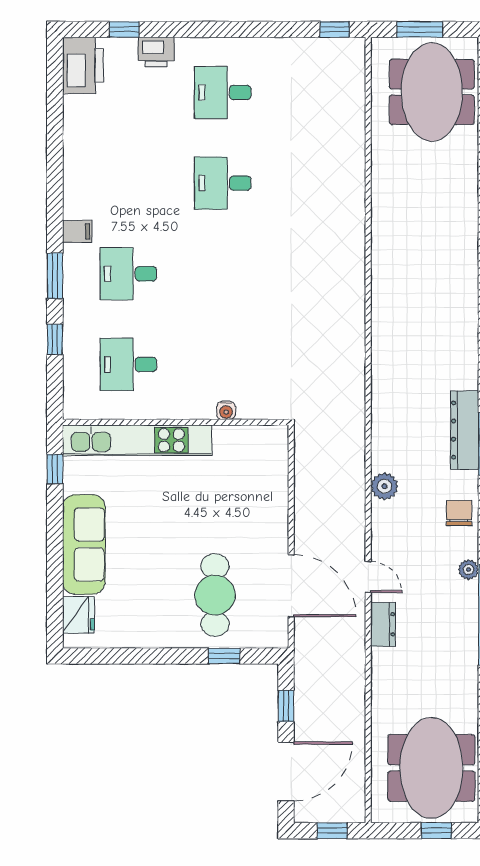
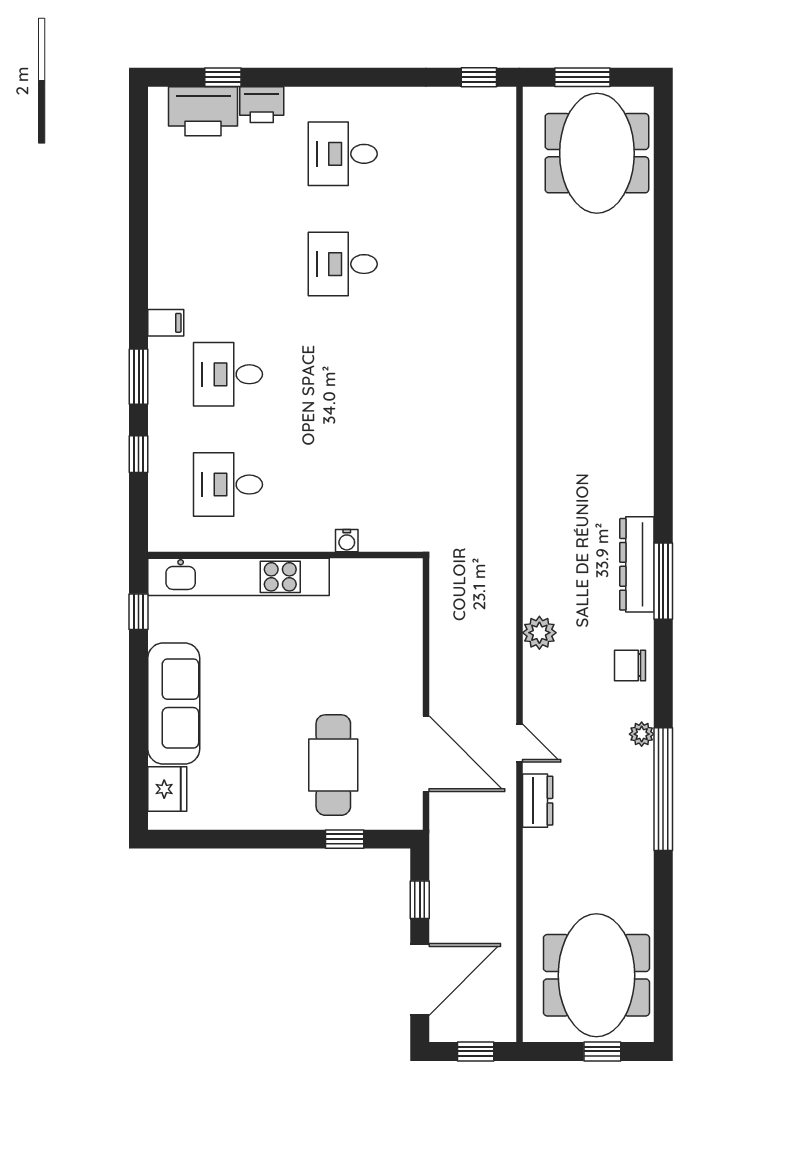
printer: (83, 65) -> (203, 111), moved, turned 90
chair: (459, 513) -> (630, 665), turned -90

